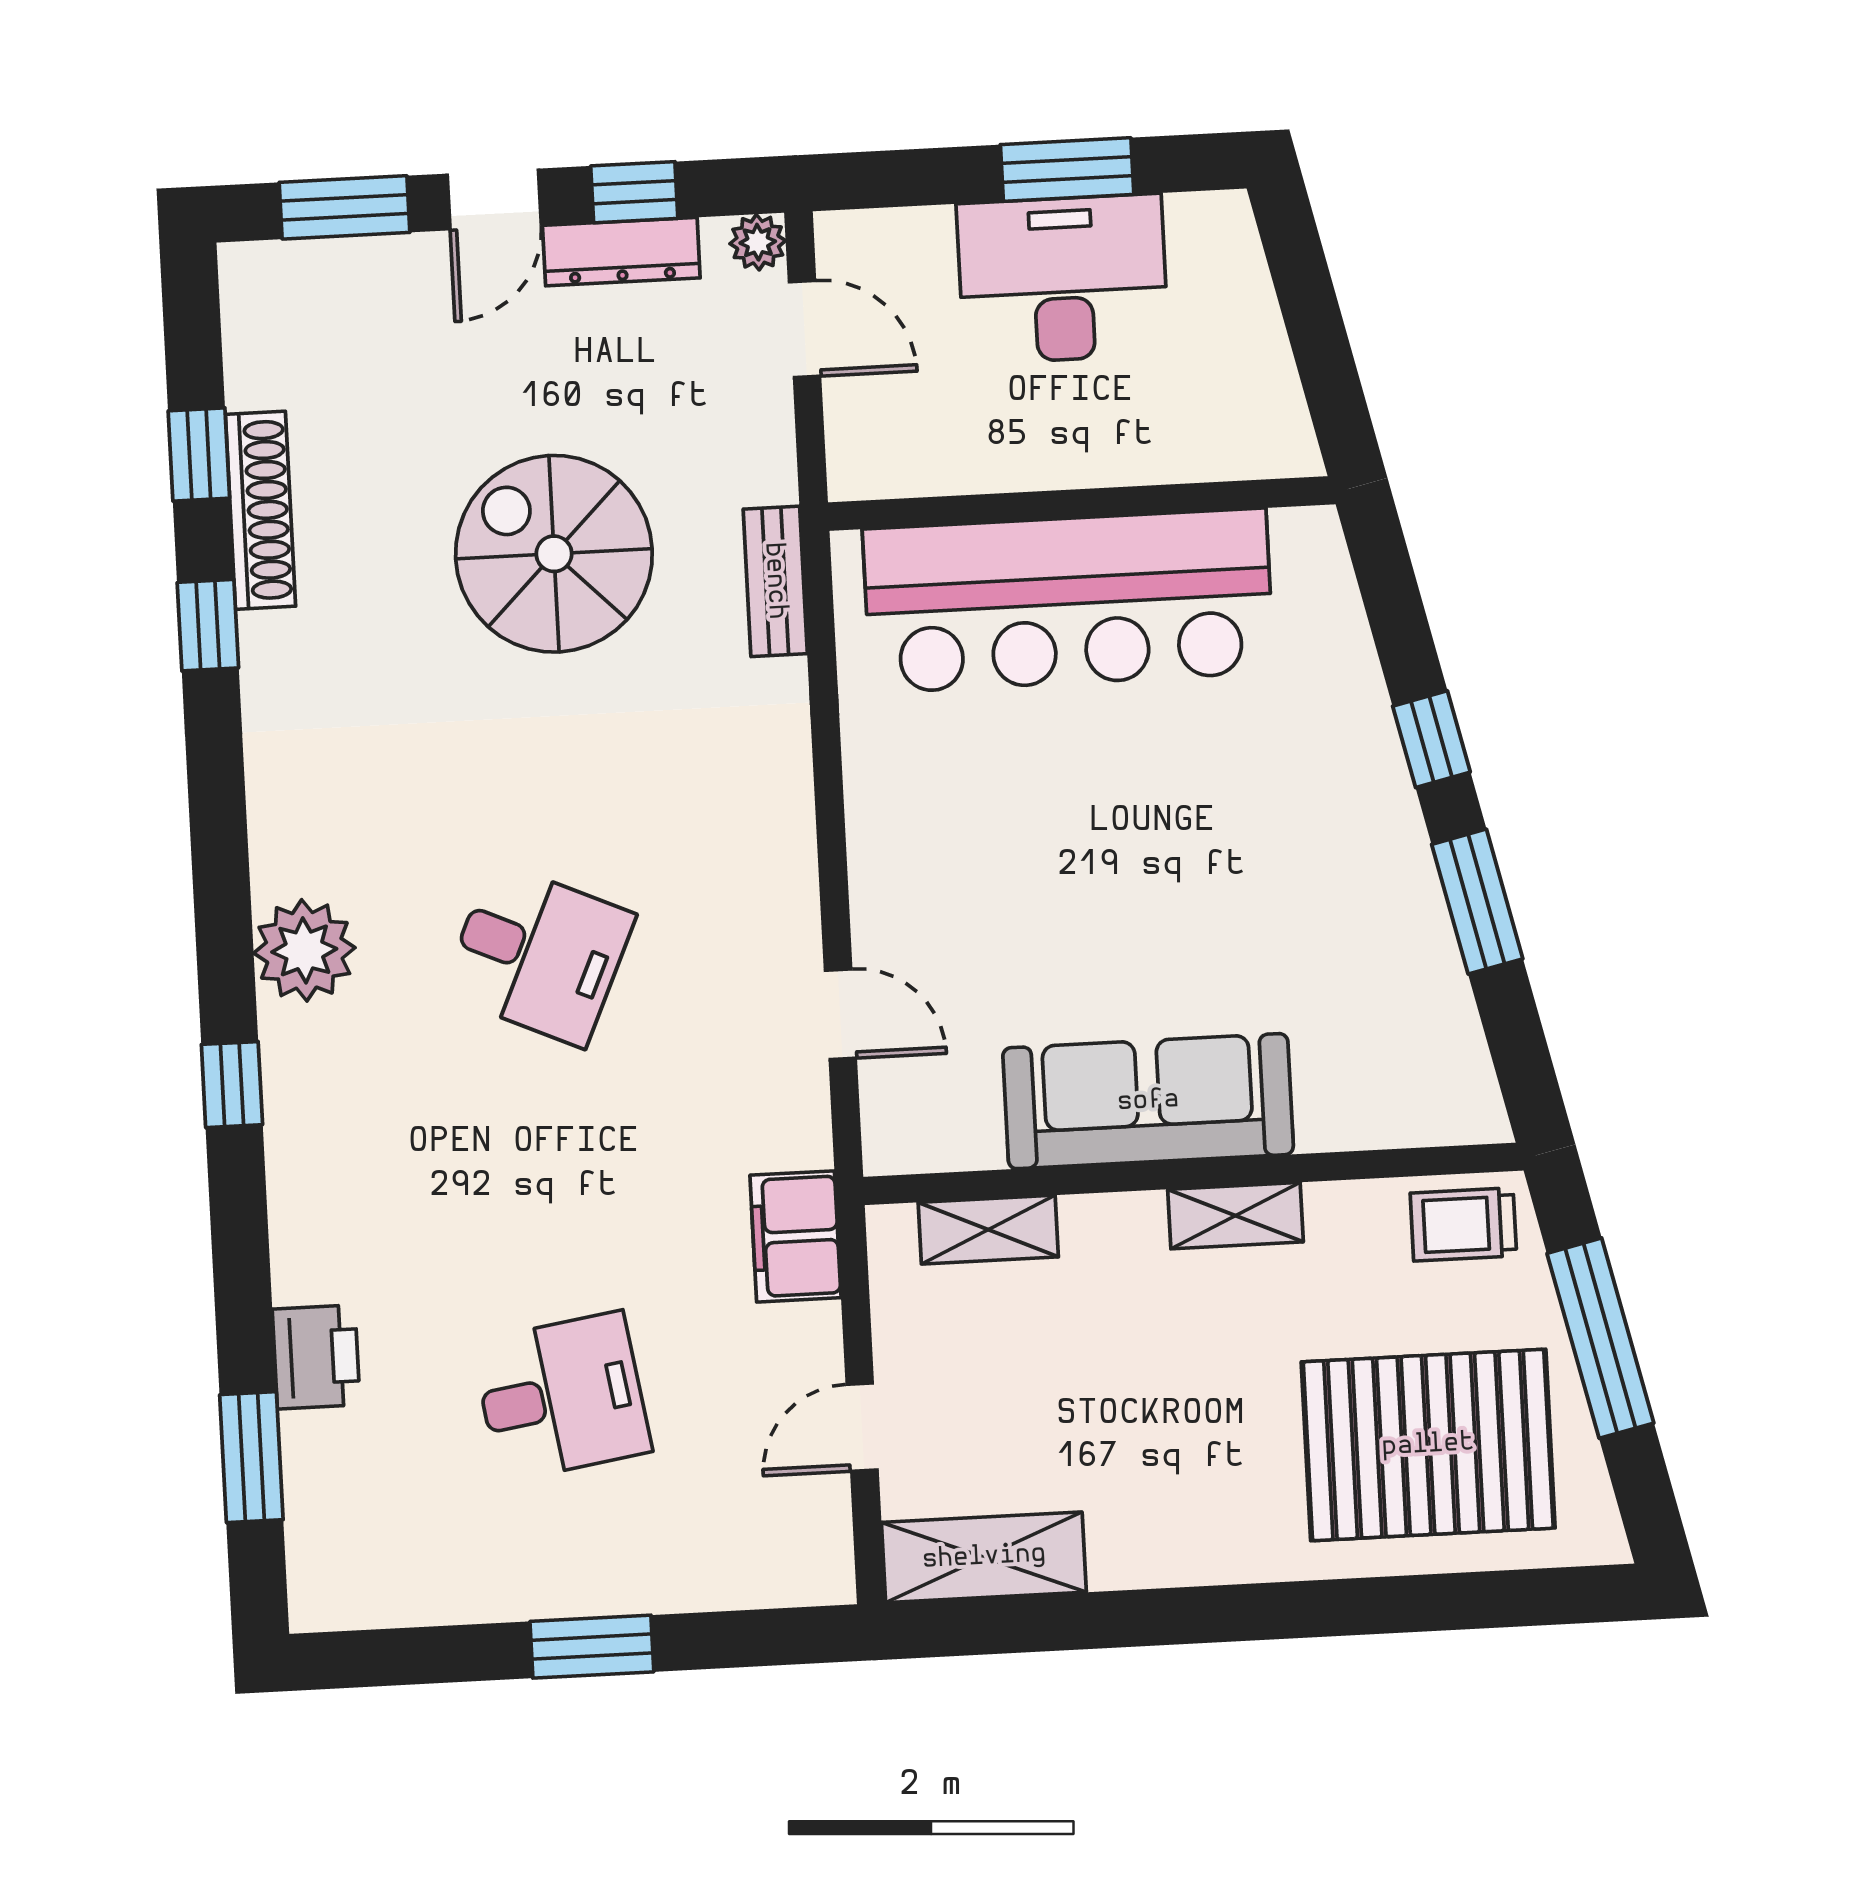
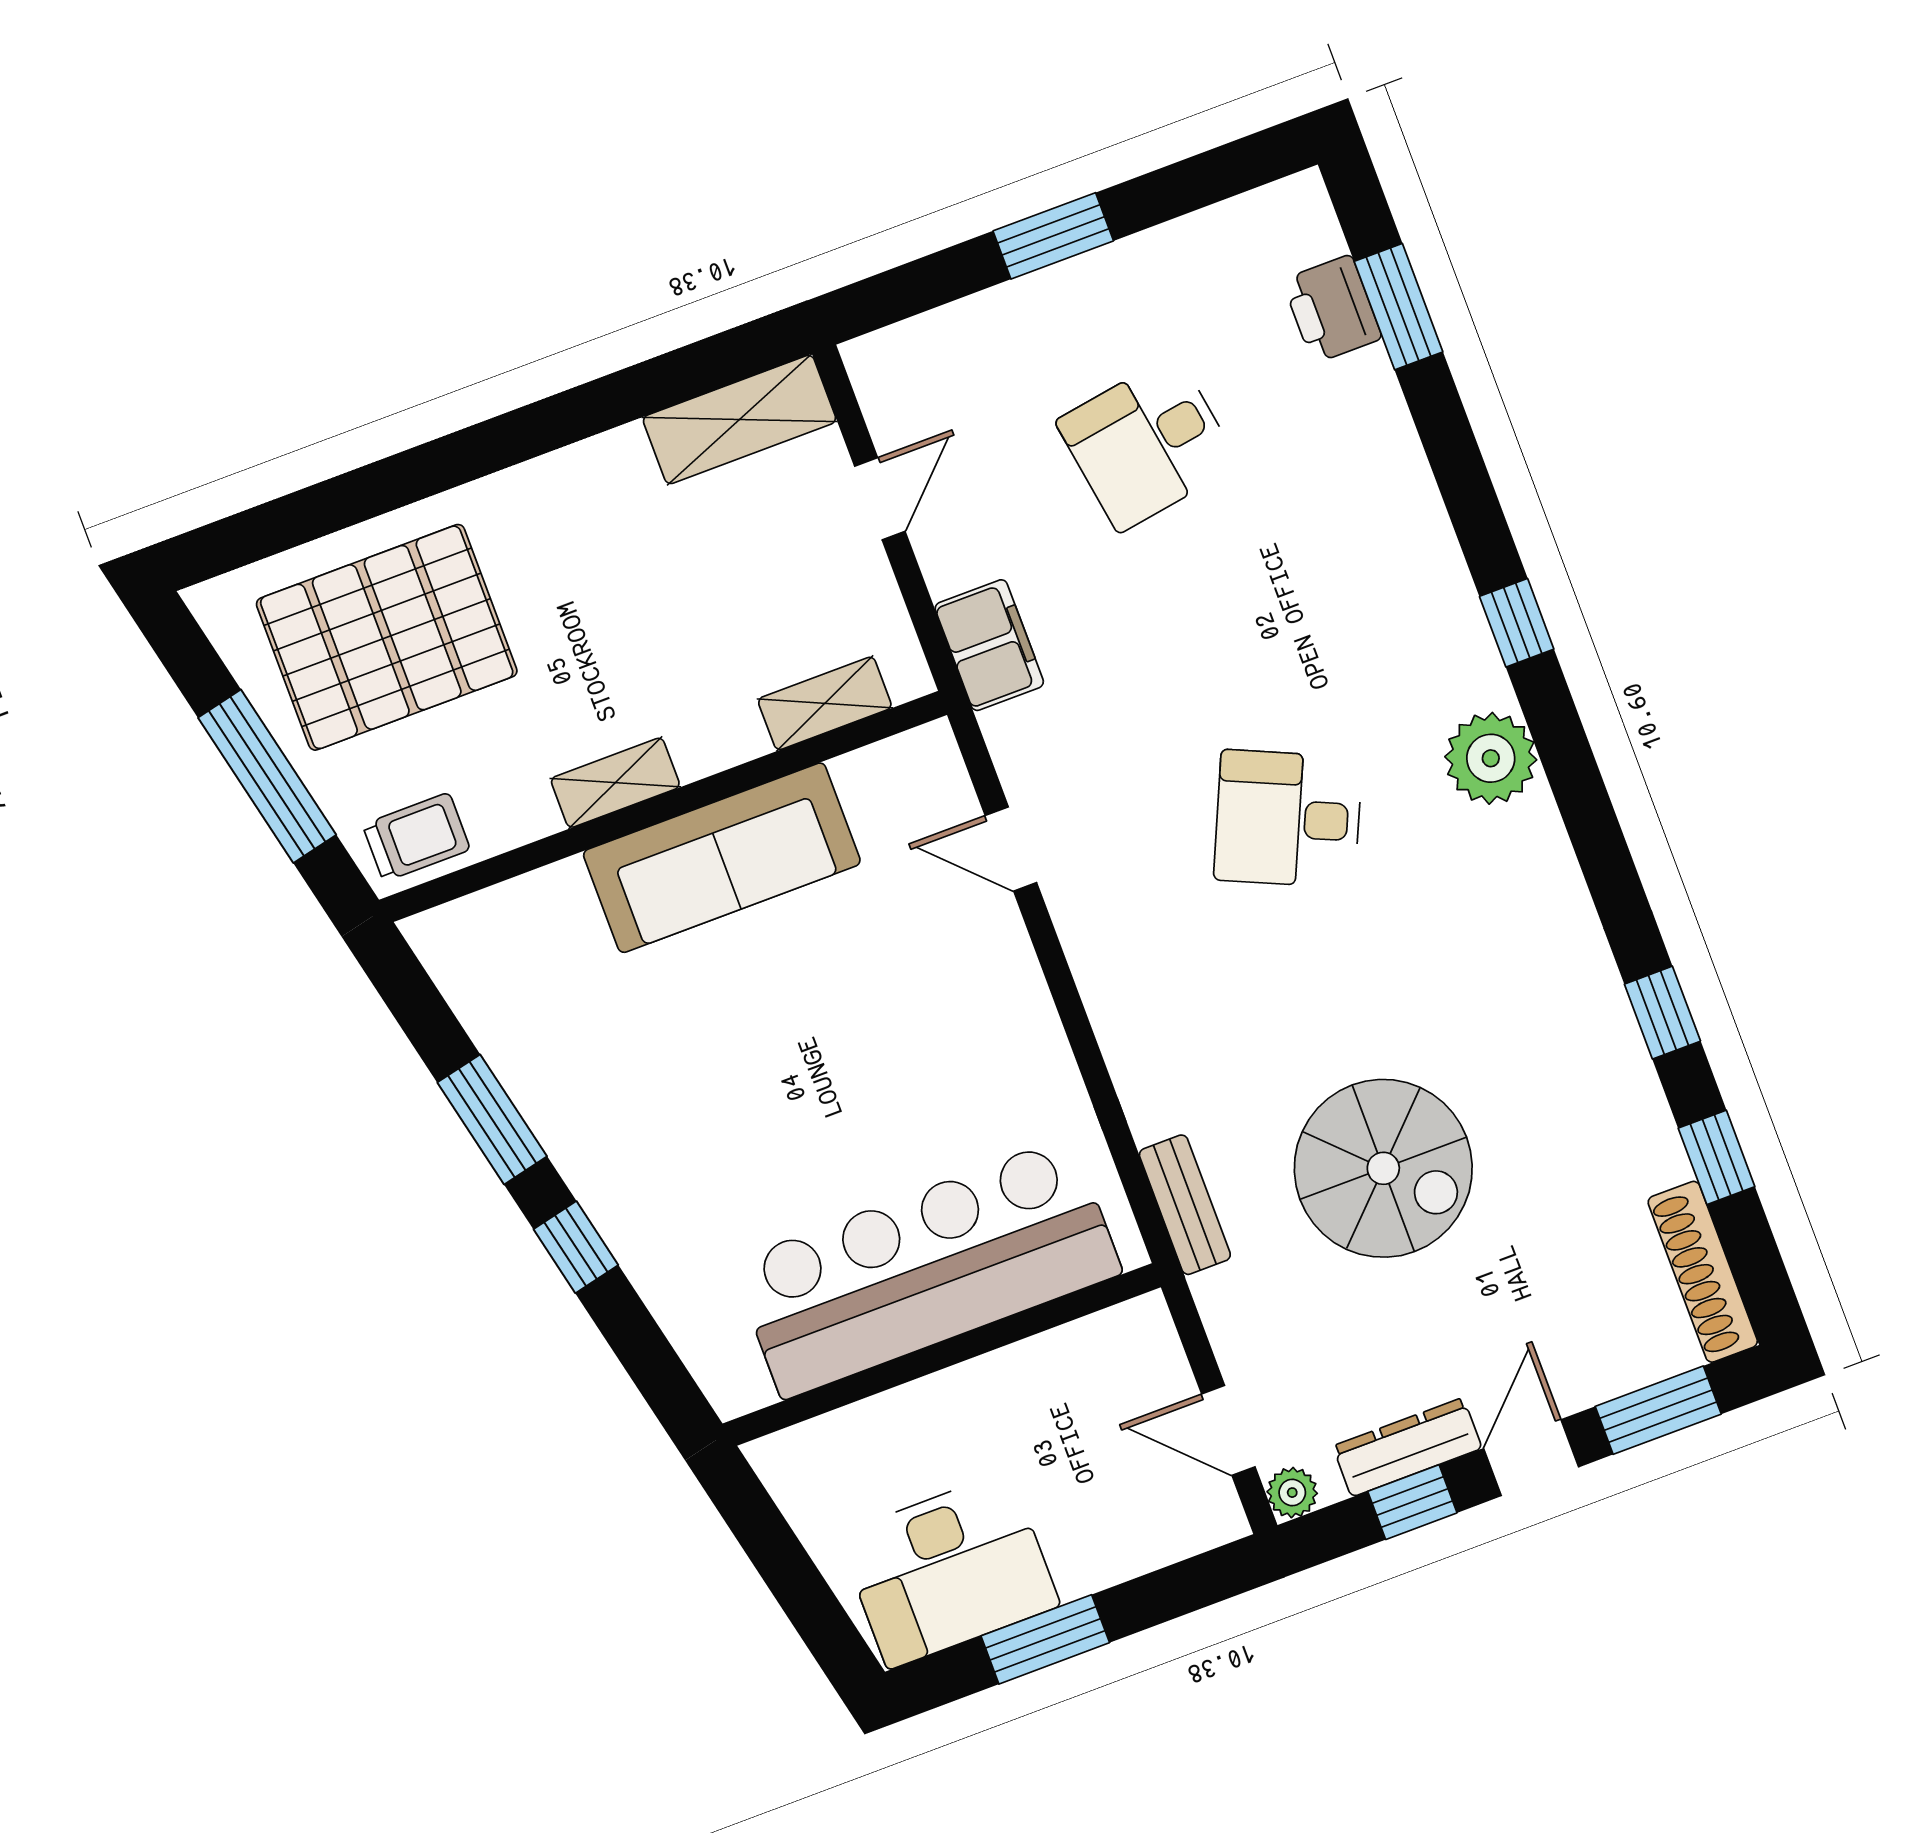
desk: (1063, 279) -> (949, 1570), moved
shoe rack: (260, 510) -> (1703, 1272), moved
printer: (316, 1357) -> (1332, 309), moved

